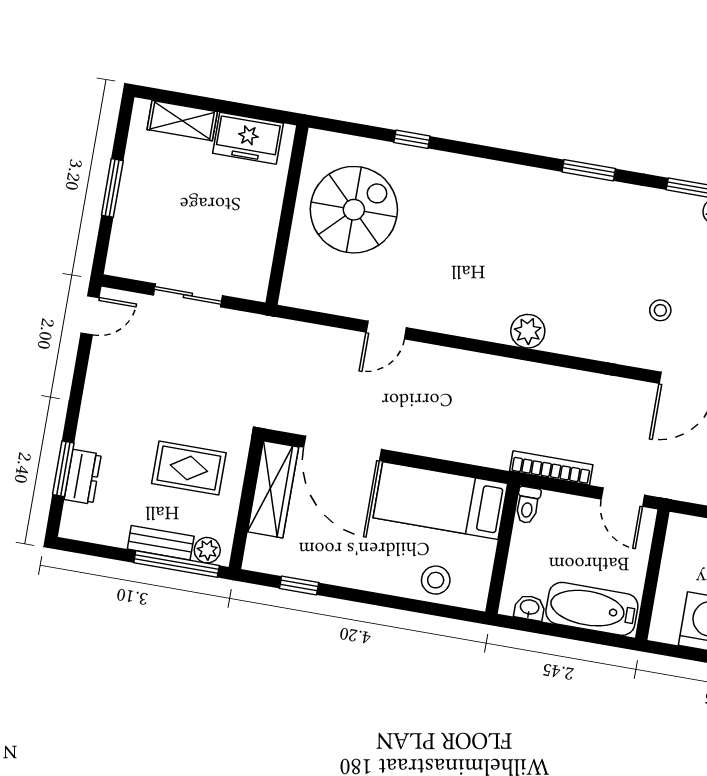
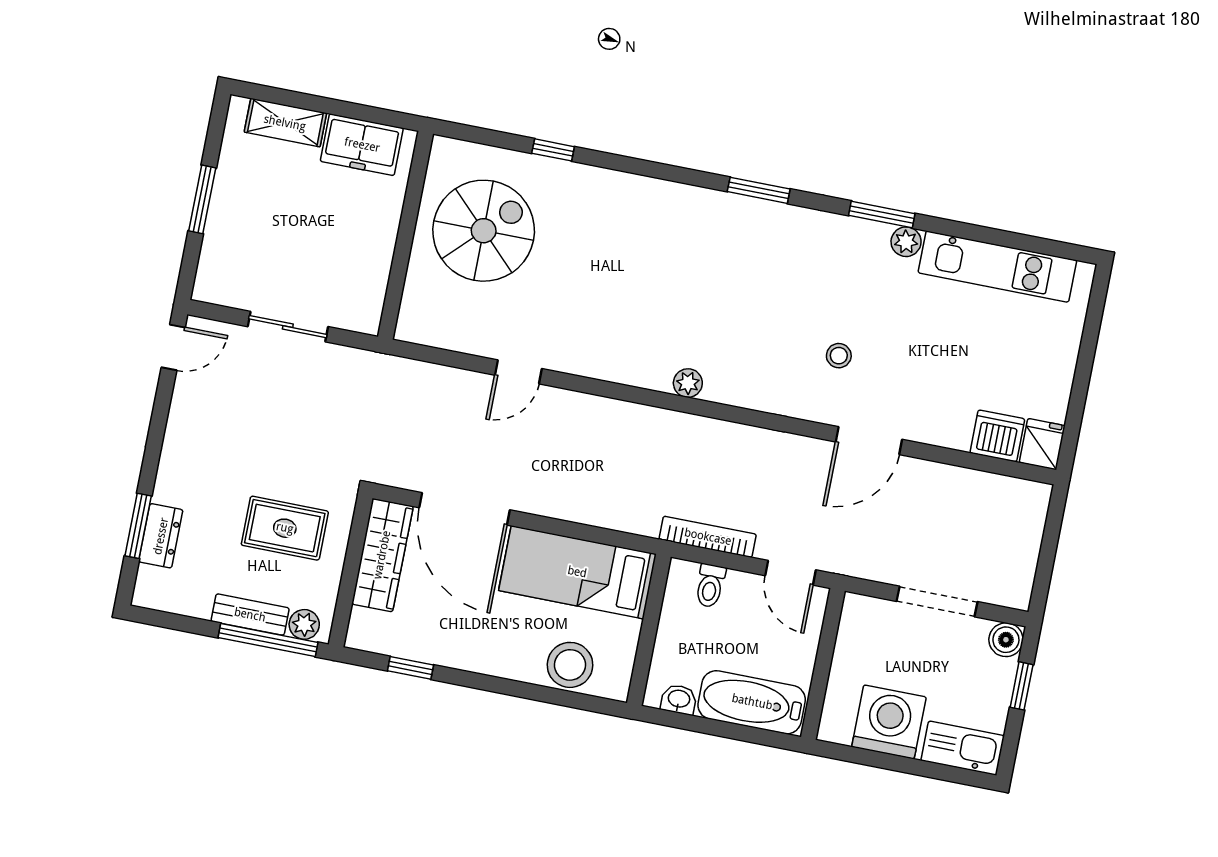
plant: (528, 331) -> (688, 383), width x0.73, depth x0.73
toilet: (528, 505) -> (710, 586), moved
stool: (436, 580) -> (570, 665), width x1.38, depth x1.38

